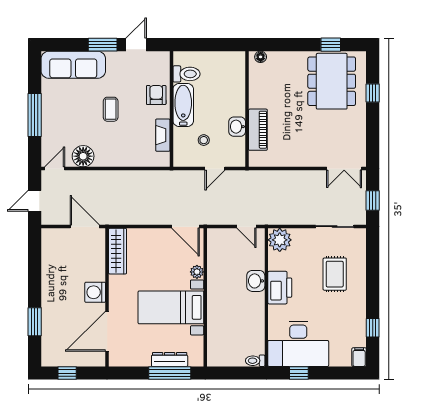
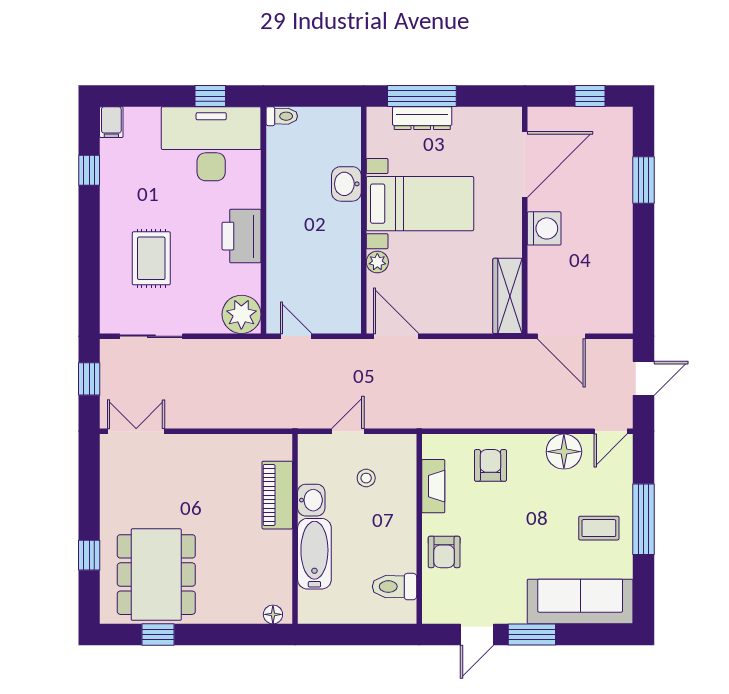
bathtub: (183, 105) -> (314, 554), moved, turned 180
coffee table: (111, 109) -> (599, 528), moved, turned 90
armchair: (128, 148) -> (491, 465), added
washbasin: (256, 281) -> (346, 184), moved, turned 180

